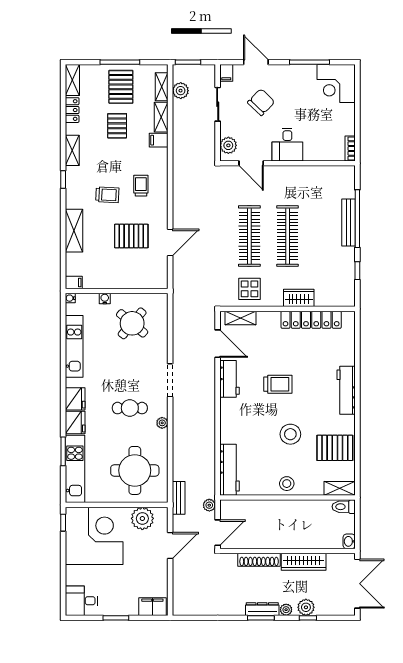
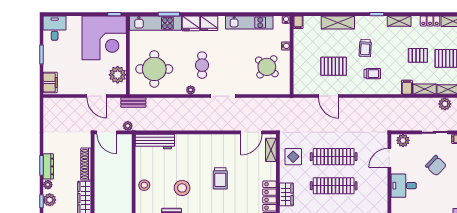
pallet: (131, 236) -> (334, 66), turned 90
workbench: (230, 379) -> (224, 141), removed

